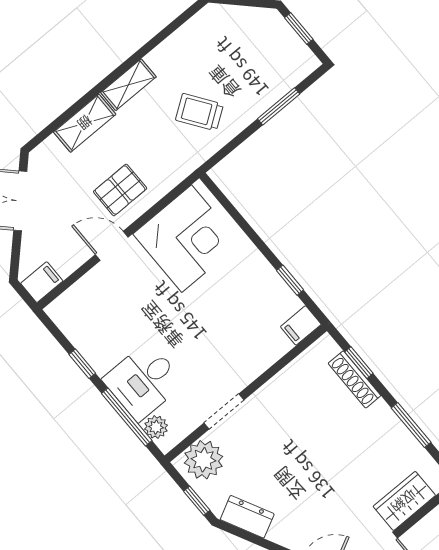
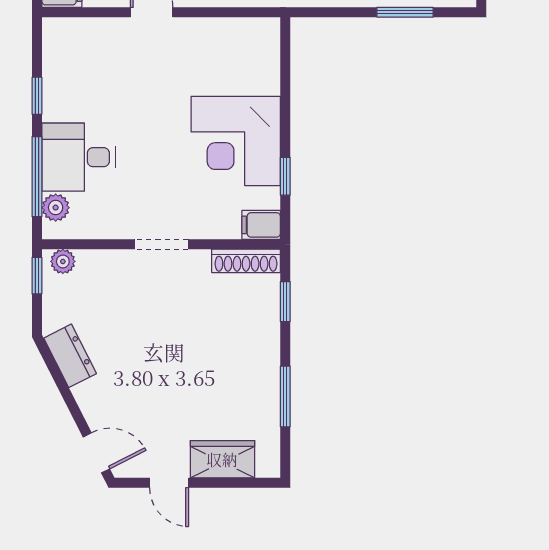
corner desk: (187, 239) -> (236, 141), moved, turned 90
shoe rack: (354, 379) -> (246, 261), moved, turned -90
doorway: (224, 411) -> (161, 244), moved
plant: (203, 460) -> (63, 261), width x0.53, depth x0.53
window: (197, 501) -> (37, 276), moved

